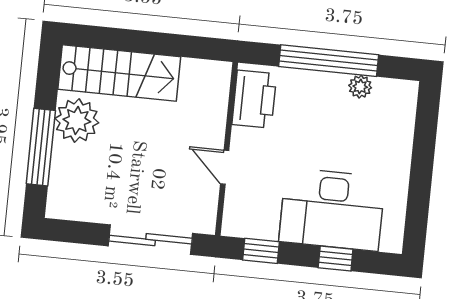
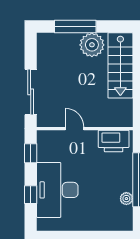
door: (225, 167) -> (75, 129), hinge flipped

